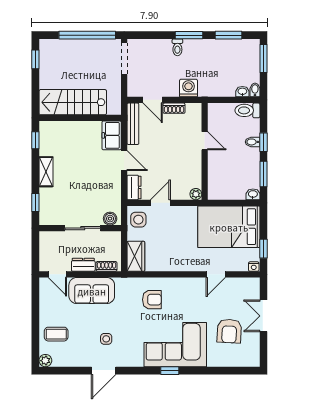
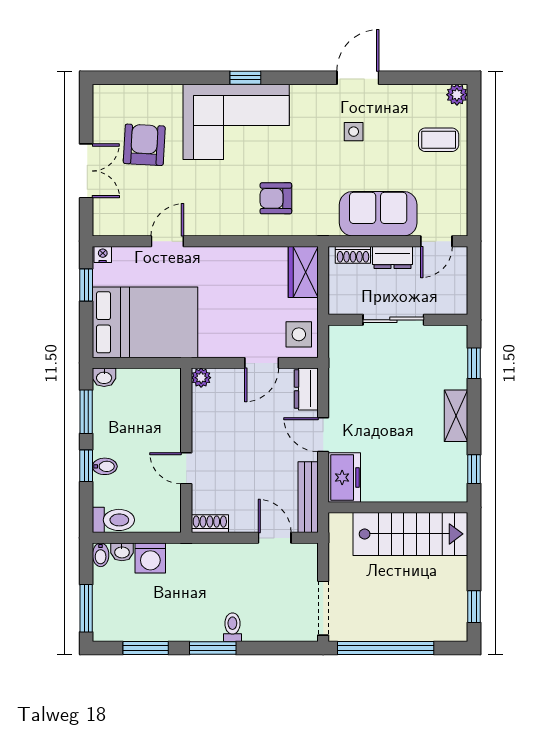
washing machine: (188, 88) -> (150, 558), moved
shoe rack: (174, 108) -> (210, 524), moved
boiler: (110, 219) -> (347, 336), removed
door: (57, 274) -> (436, 241), swing flipped

